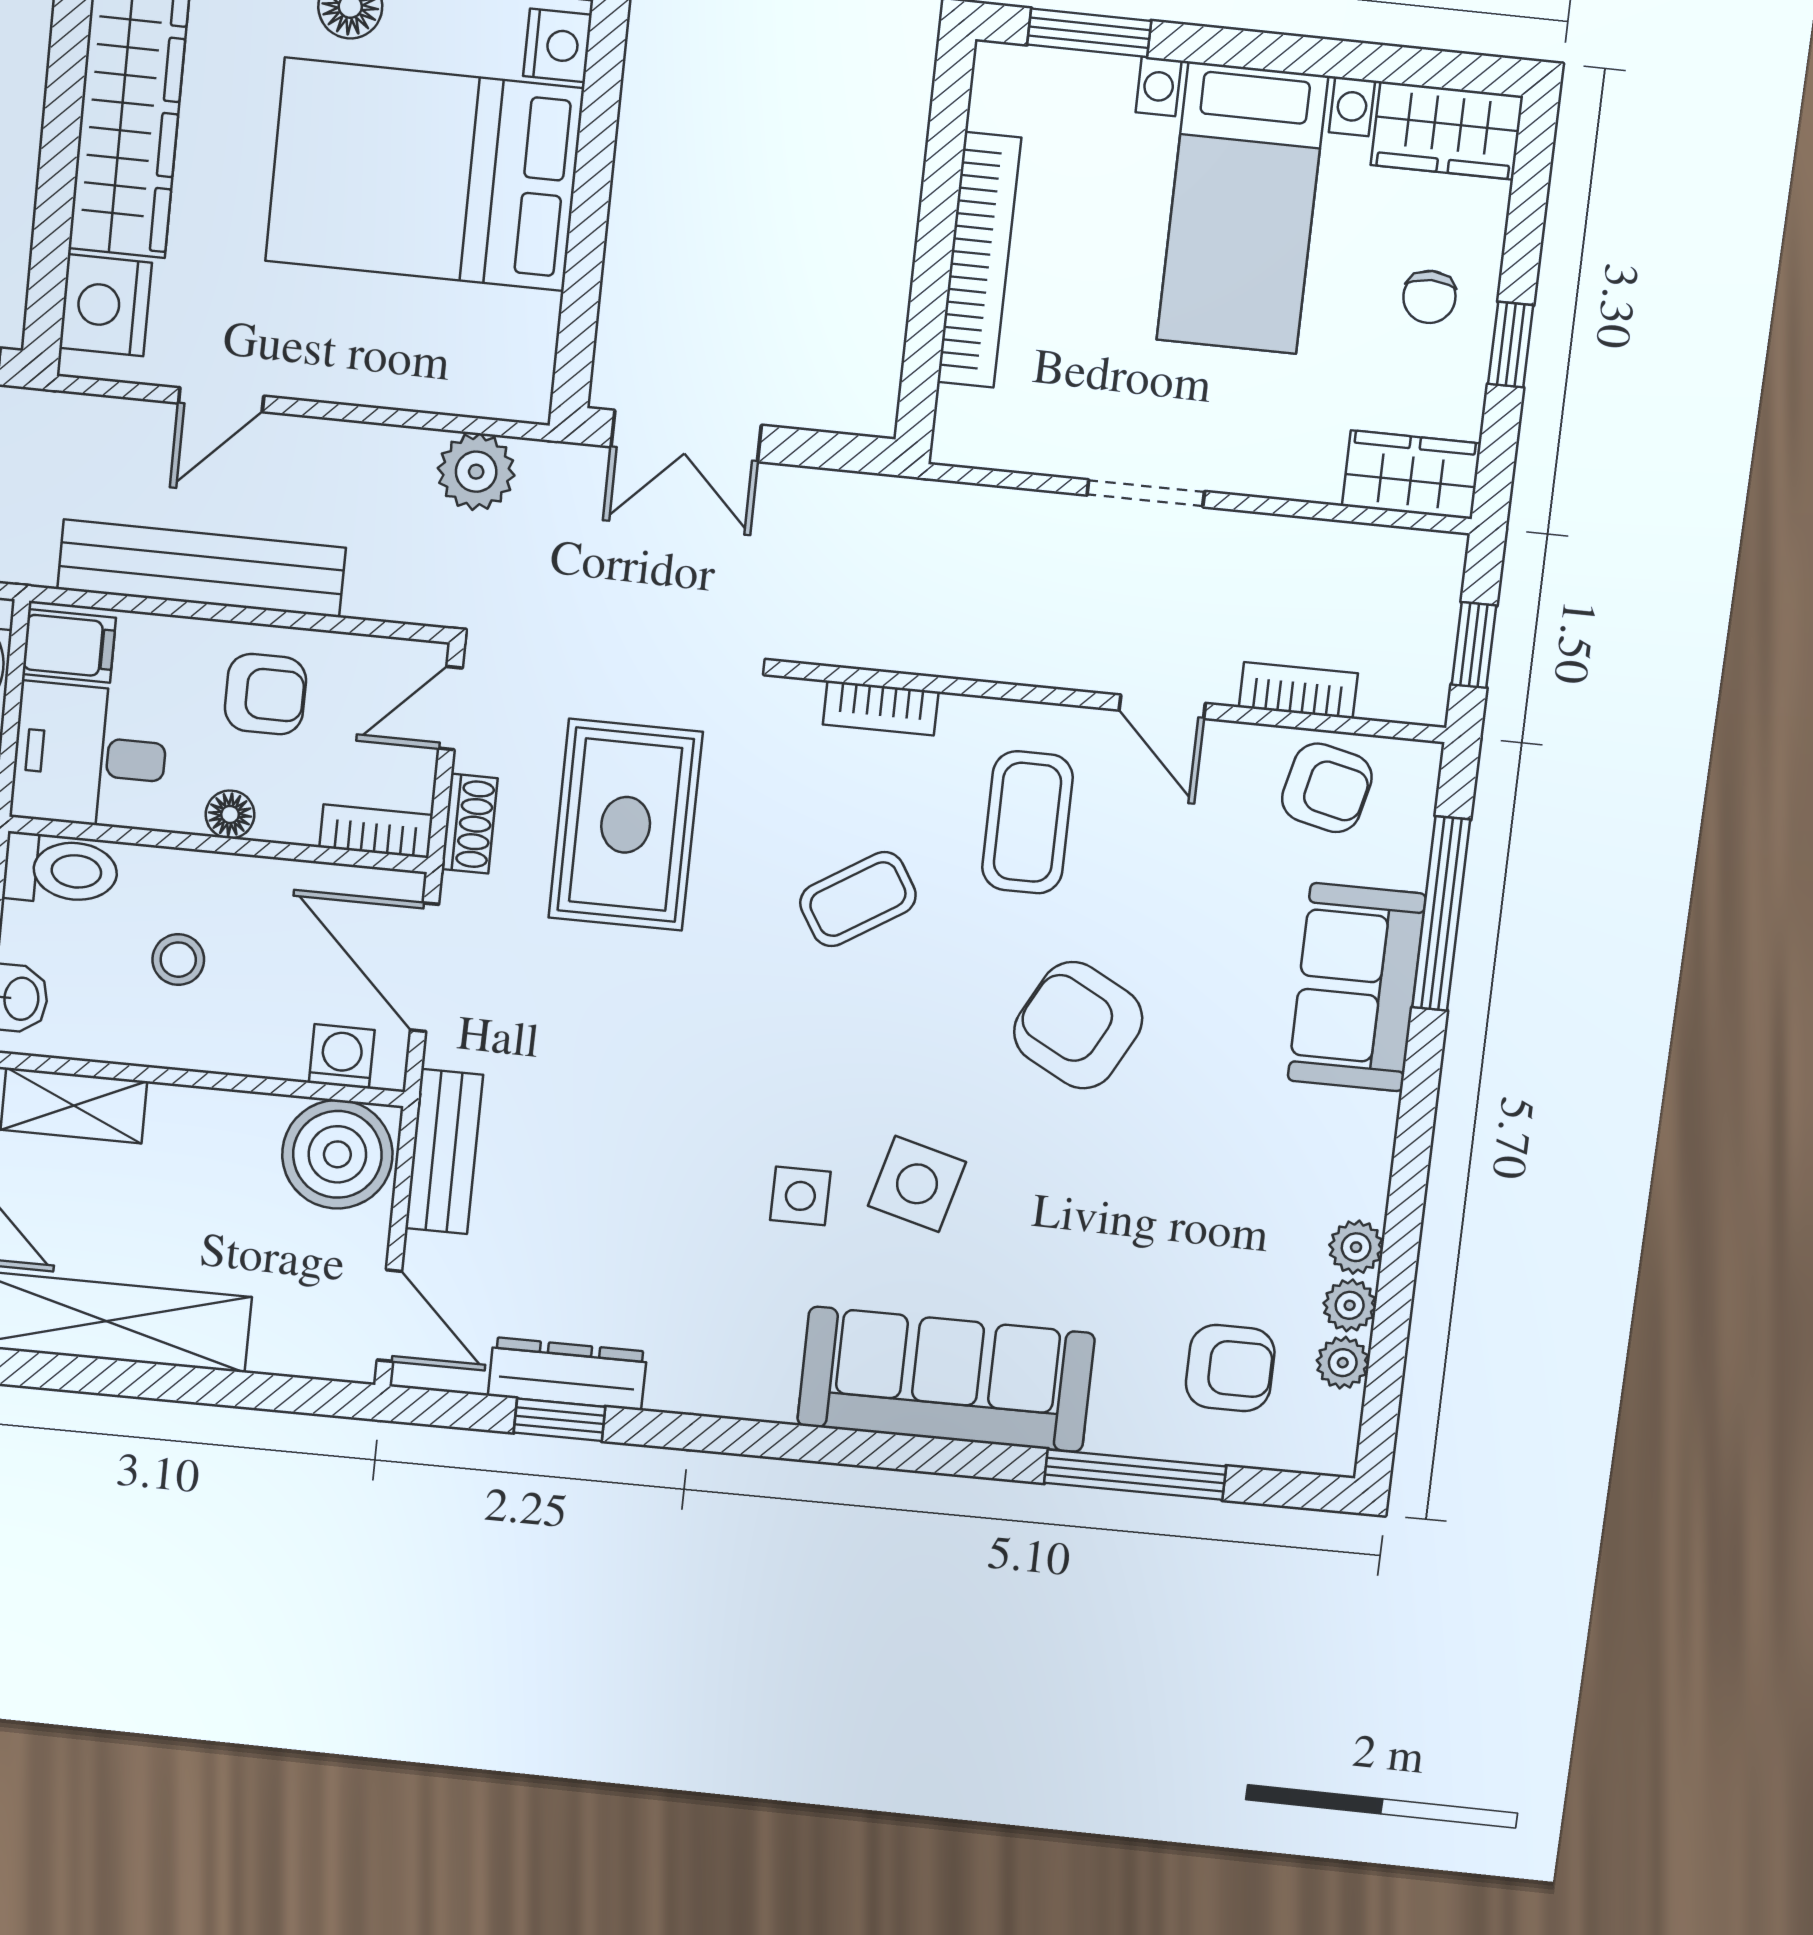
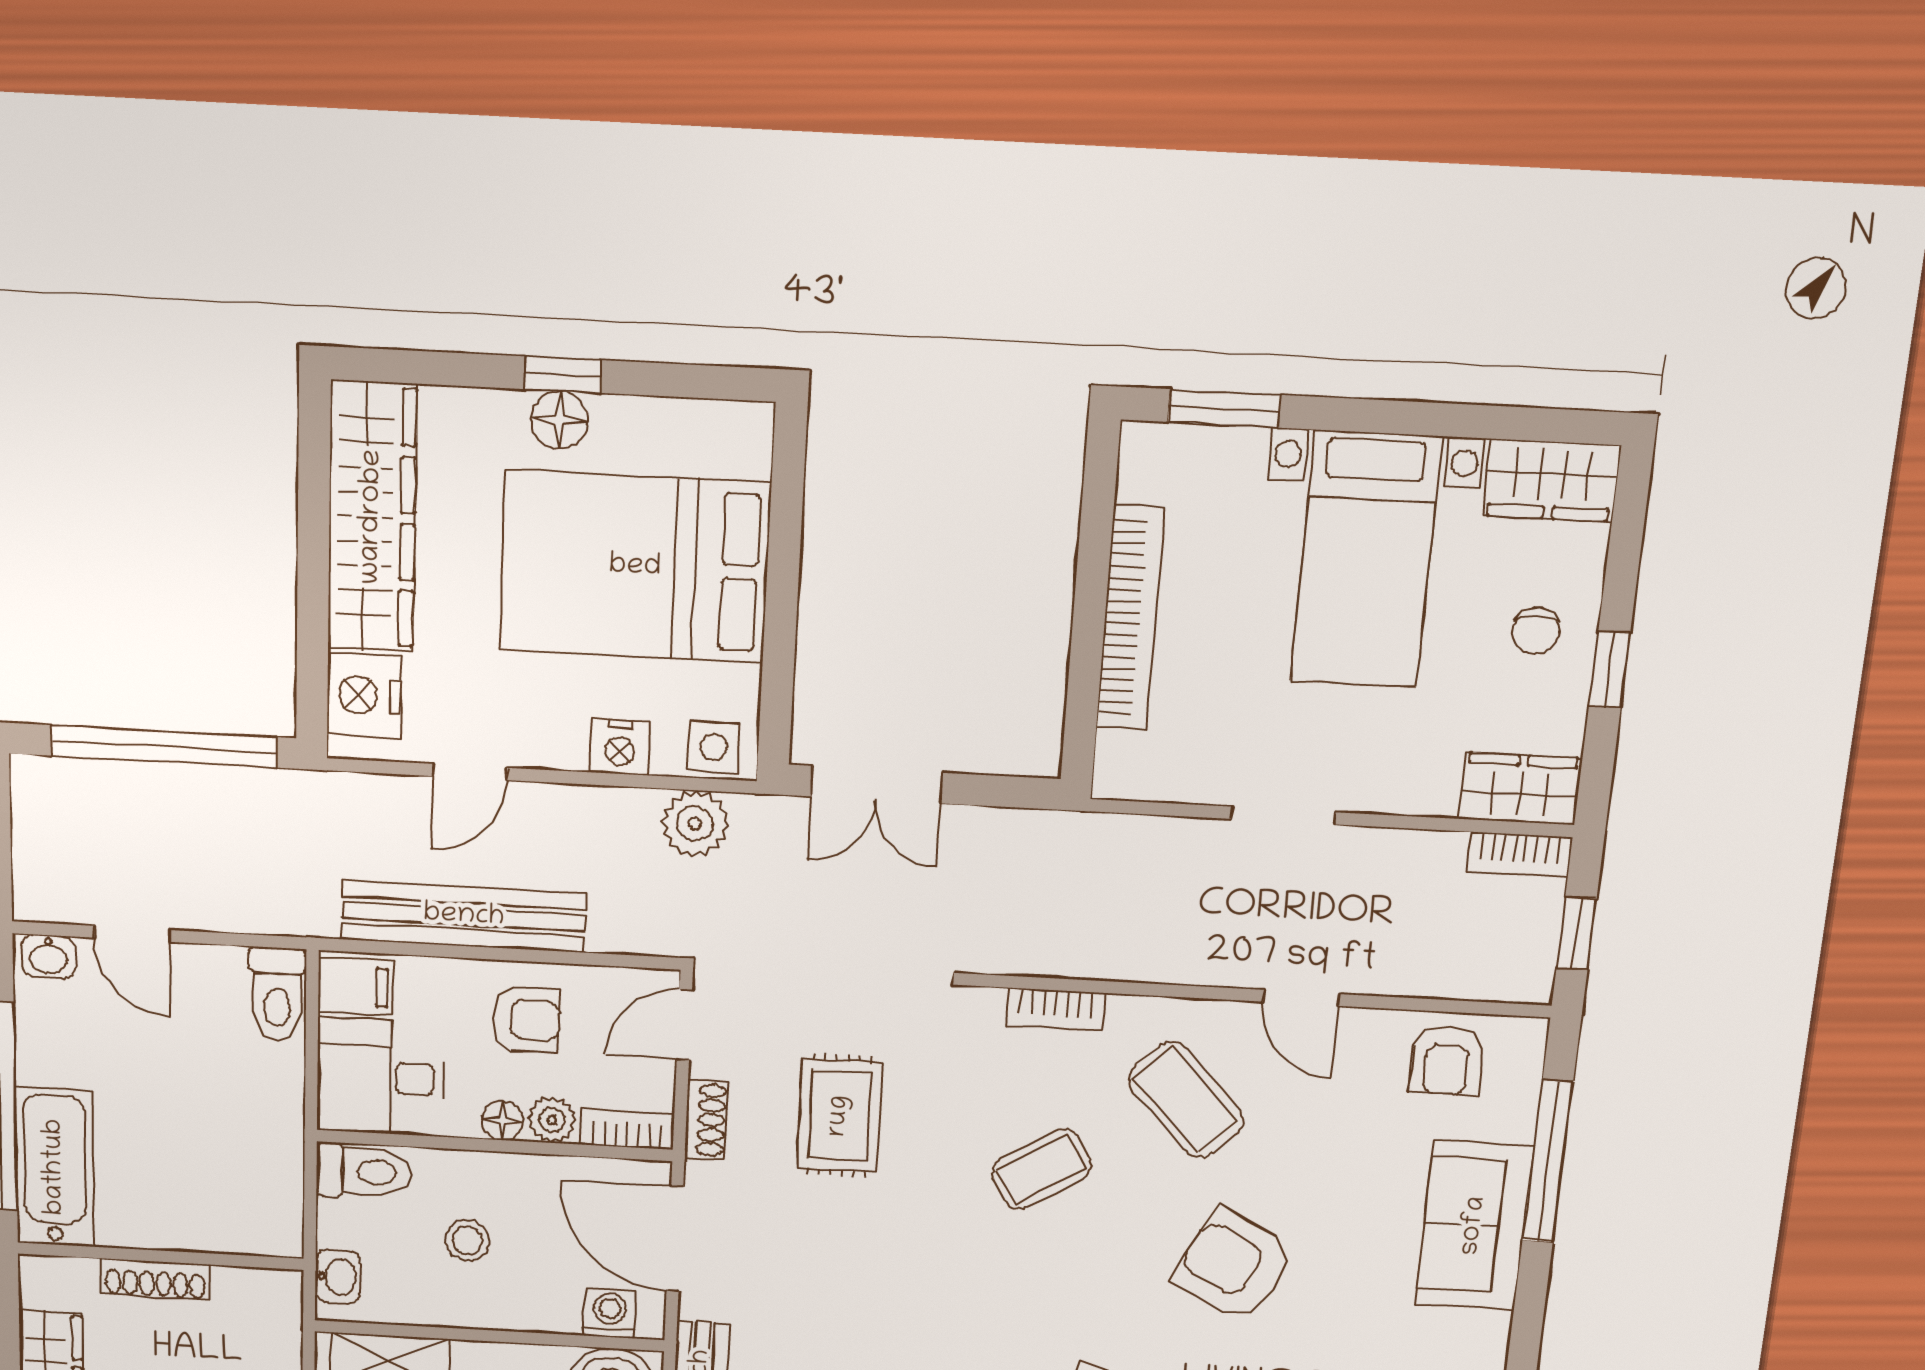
nightstand: (557, 45) -> (620, 747), moved, turned 90
side table: (503, 384) -> (714, 747), added
bookcase: (1298, 690) -> (1519, 855), moved, turned 180
armchair: (1327, 788) -> (1447, 1060), turned 77
plant: (288, 816) -> (552, 1120), added
coffee table: (1027, 822) -> (1186, 1100), turned -44
rug: (626, 825) -> (839, 1116), width x0.73, depth x0.70

